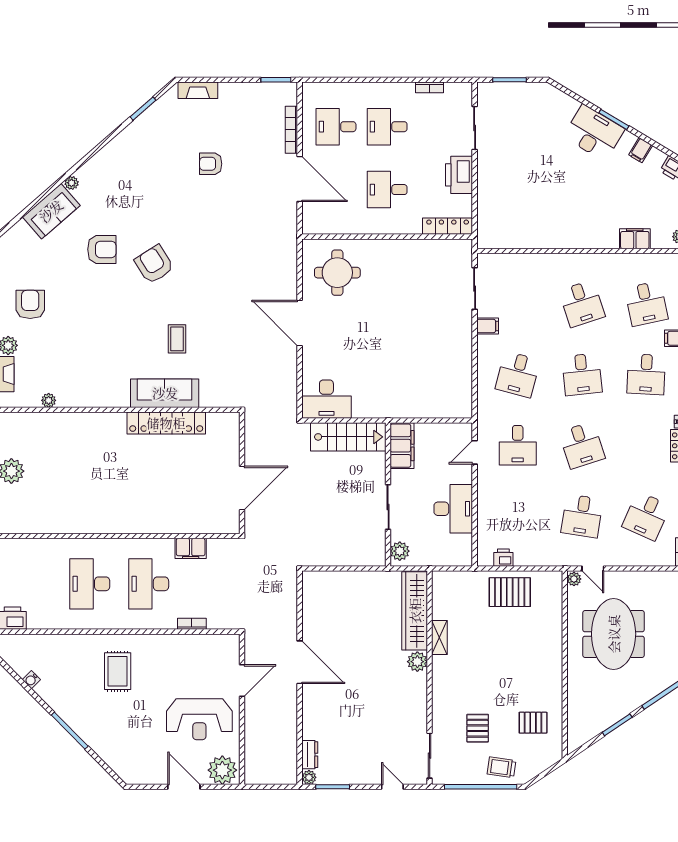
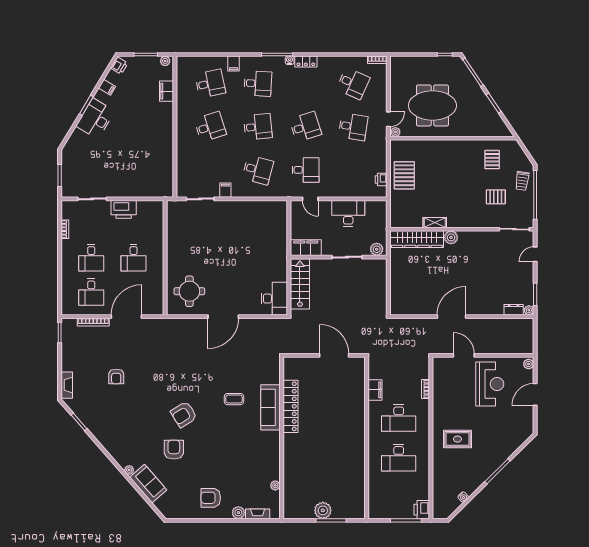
locker: (448, 226) -> (158, 217), removed
plant: (222, 770) -> (529, 364), width x0.53, depth x0.53

